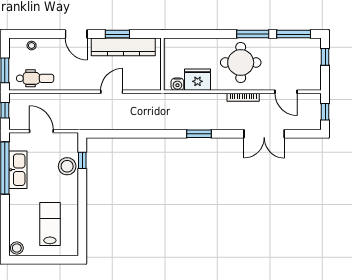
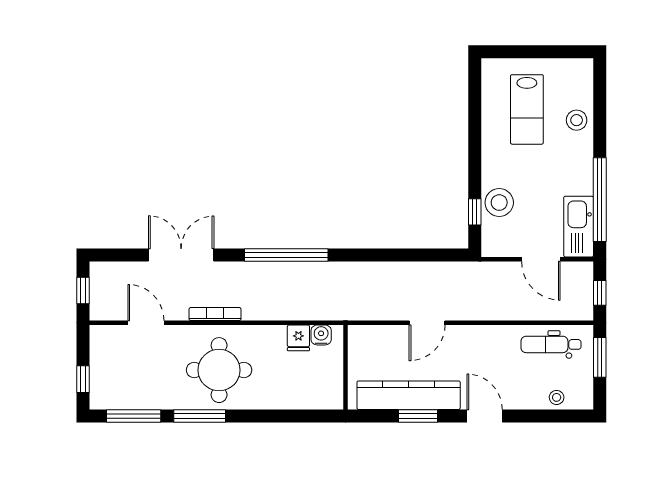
fridge: (198, 80) -> (298, 338), width x0.53, depth x0.75
window: (199, 134) -> (286, 255), width x2.11
kitchen sink: (18, 170) -> (579, 227), moved
stool: (17, 248) -> (577, 120), moved

